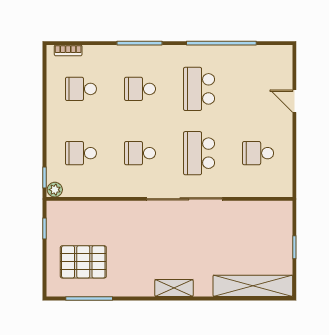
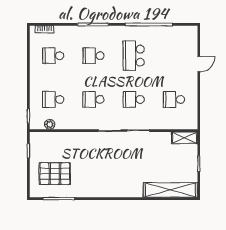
door: (294, 101) -> (199, 64), swing flipped
school desk: (199, 153) -> (134, 99), width x0.54
plant: (55, 190) -> (50, 124), moved
shelving: (174, 288) -> (184, 138), moved

